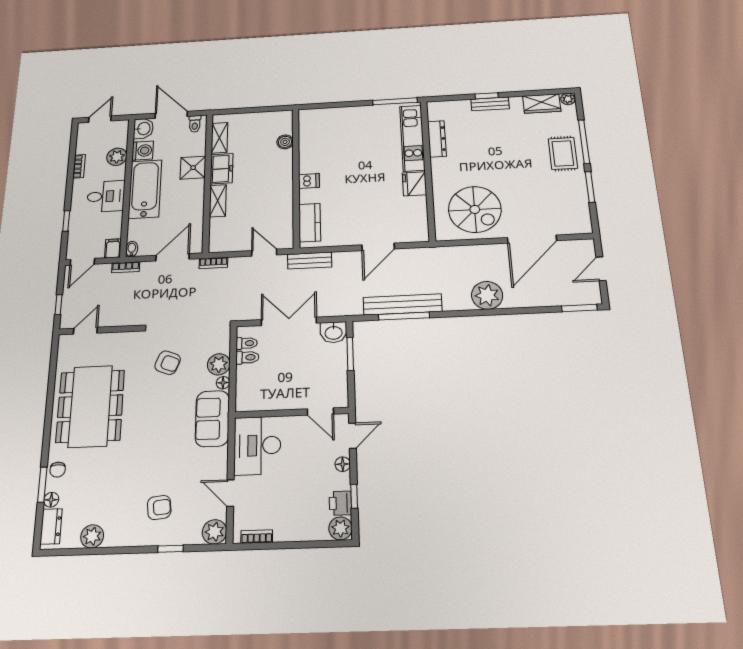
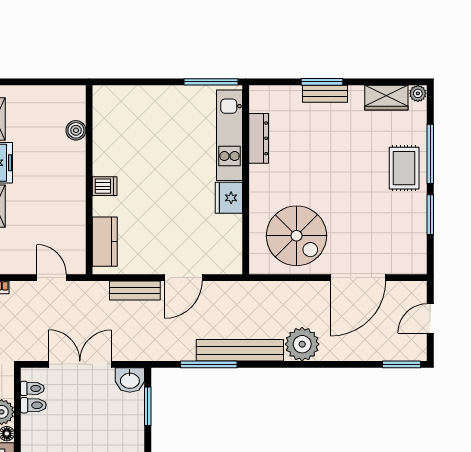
window: (487, 96) -> (322, 82), width x1.50
bench: (310, 260) -> (135, 290), moved
bench: (403, 304) -> (240, 350), moved

